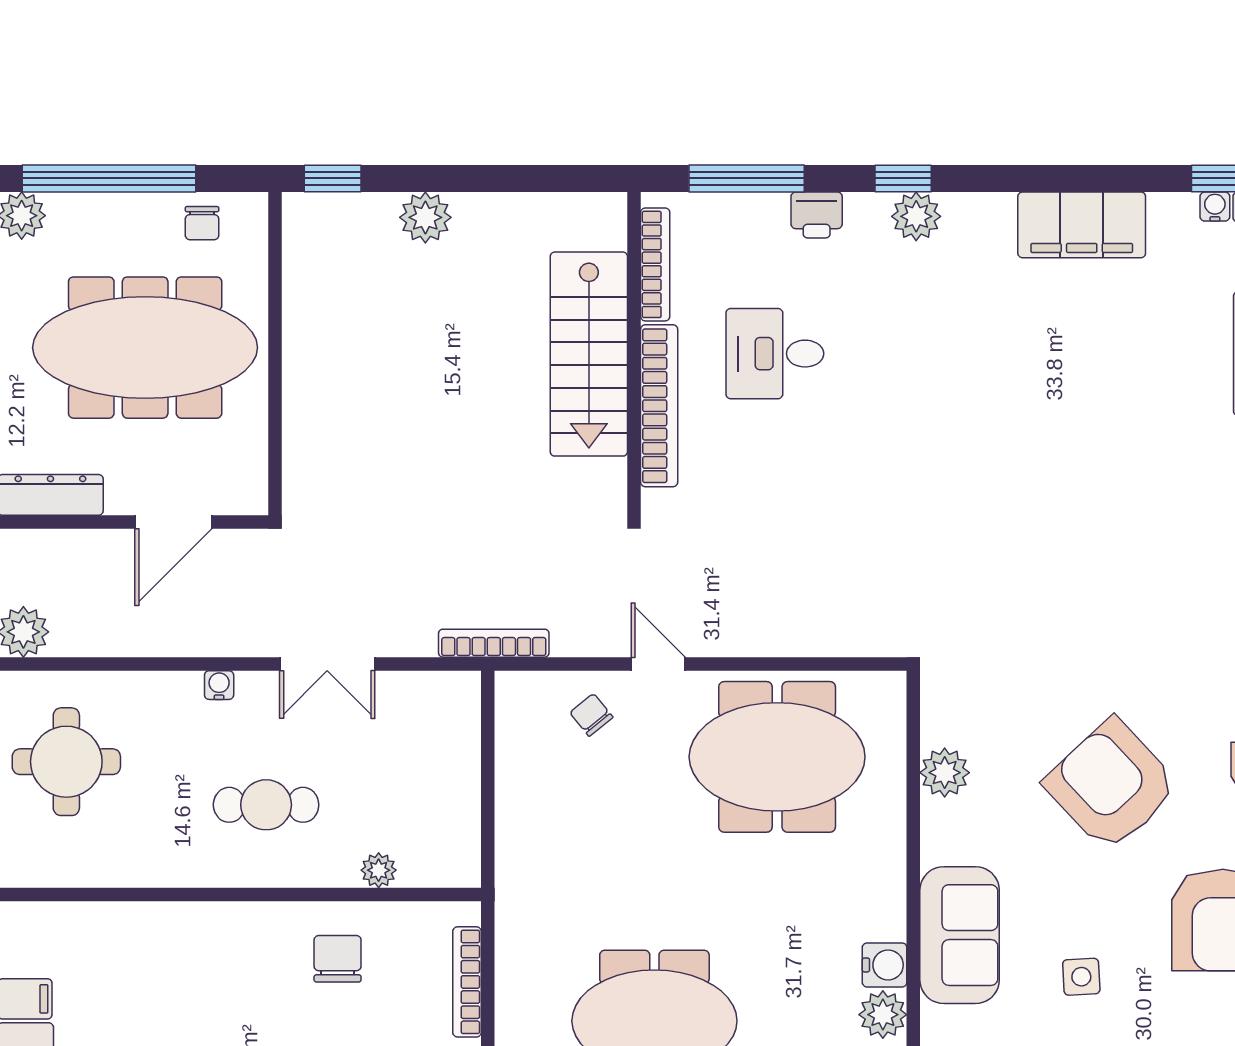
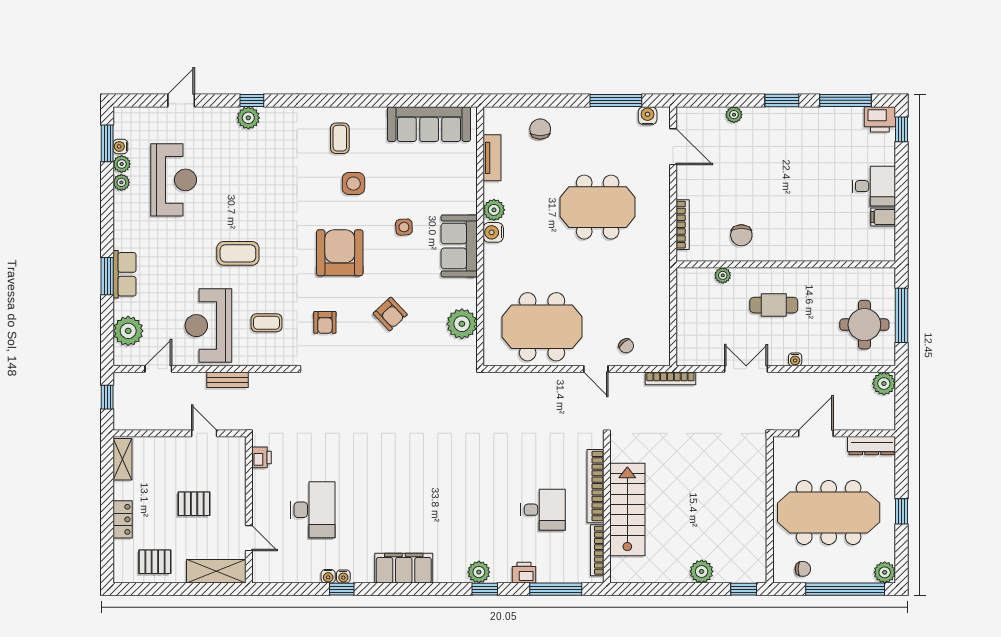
chair: (202, 223) -> (803, 569), turned 90
plant: (945, 773) -> (462, 324), width x1.36, depth x1.36
armchair: (1112, 785) -> (390, 314), width x0.53, depth x0.53

